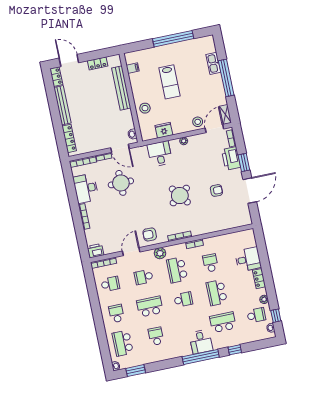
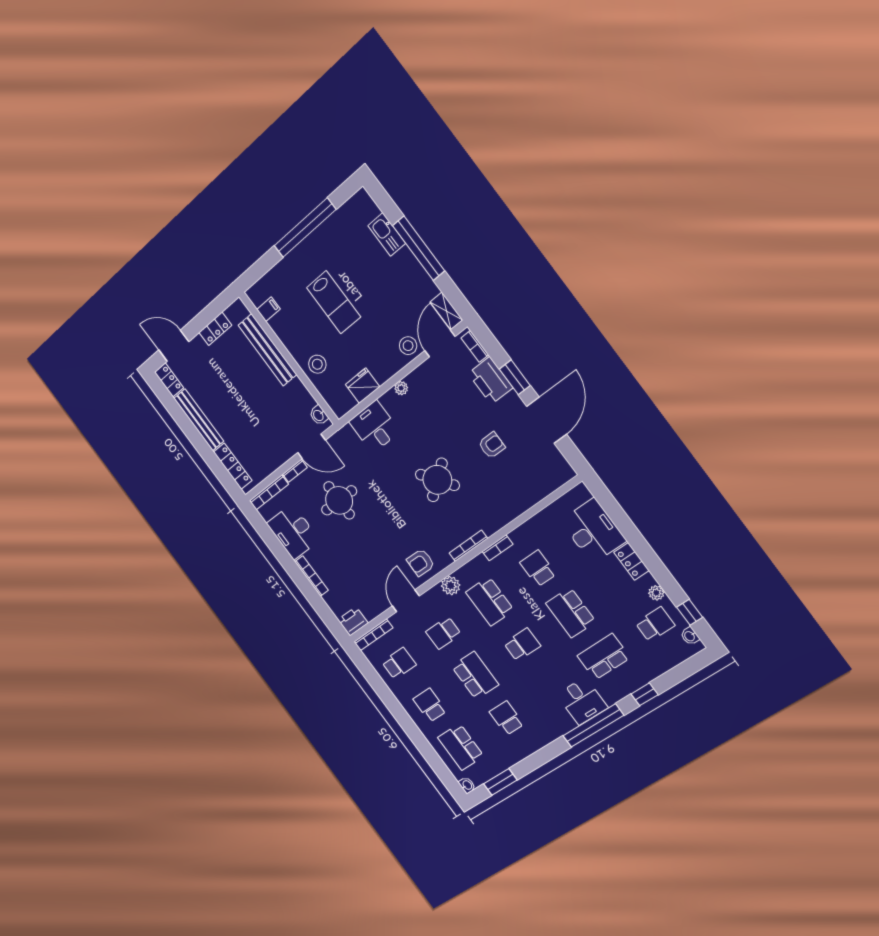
desk: (248, 259) -> (593, 531), width x1.37
school desk: (150, 307) -> (475, 675), turned 90

